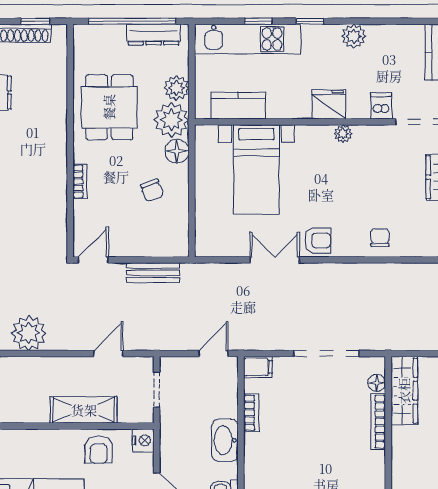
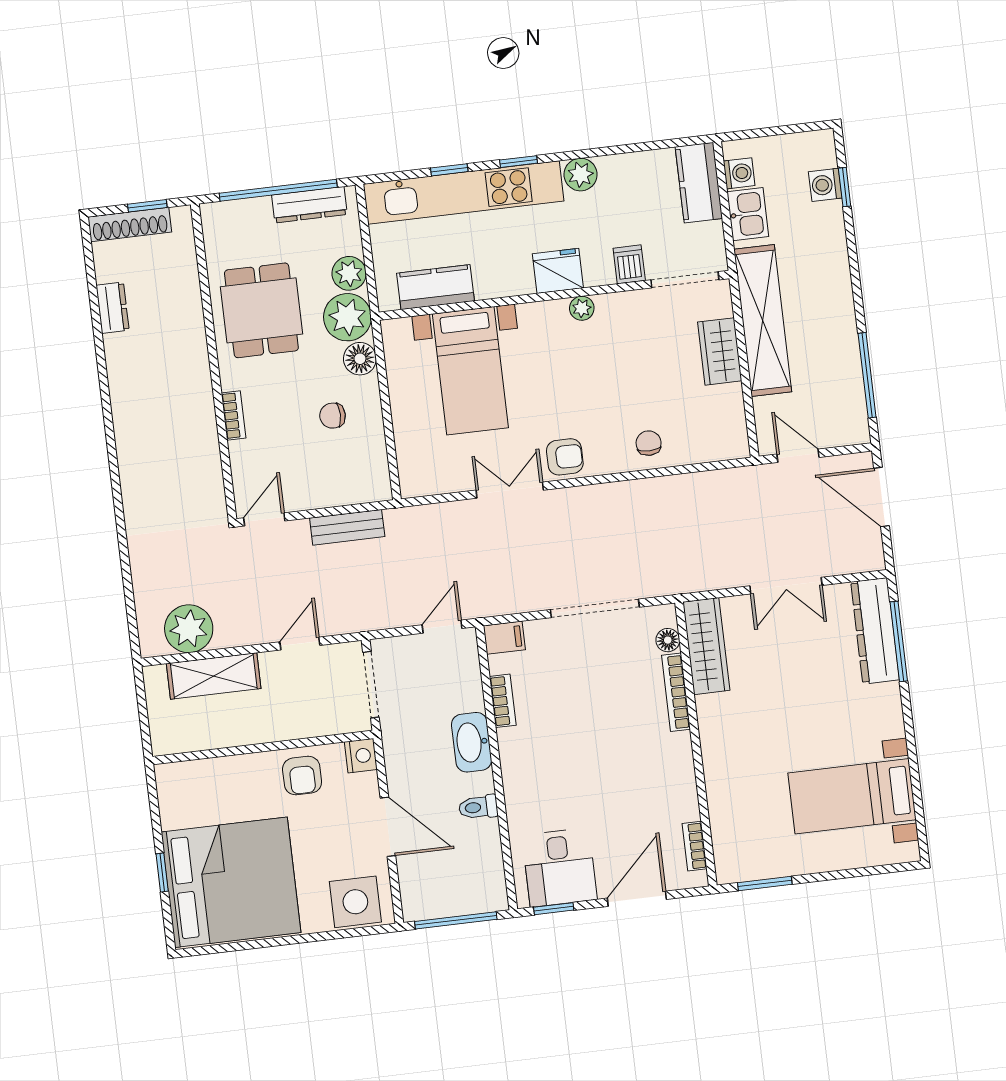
kitchen unit: (248, 39) -> (464, 193), width x1.36
chair: (152, 190) -> (333, 416), turned 110
doorway: (157, 390) -> (371, 685), width x1.38
shelving: (84, 410) -> (214, 676), moved

